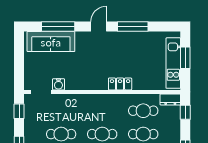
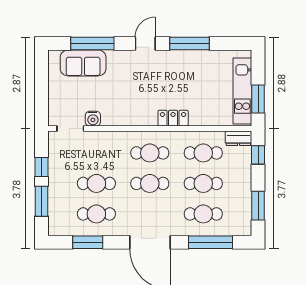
sofa: (51, 42) -> (83, 63), width x0.73
window: (185, 58) -> (258, 99), moved
window: (19, 111) -> (42, 167), moved
cafe table: (102, 111) -> (150, 153), added

